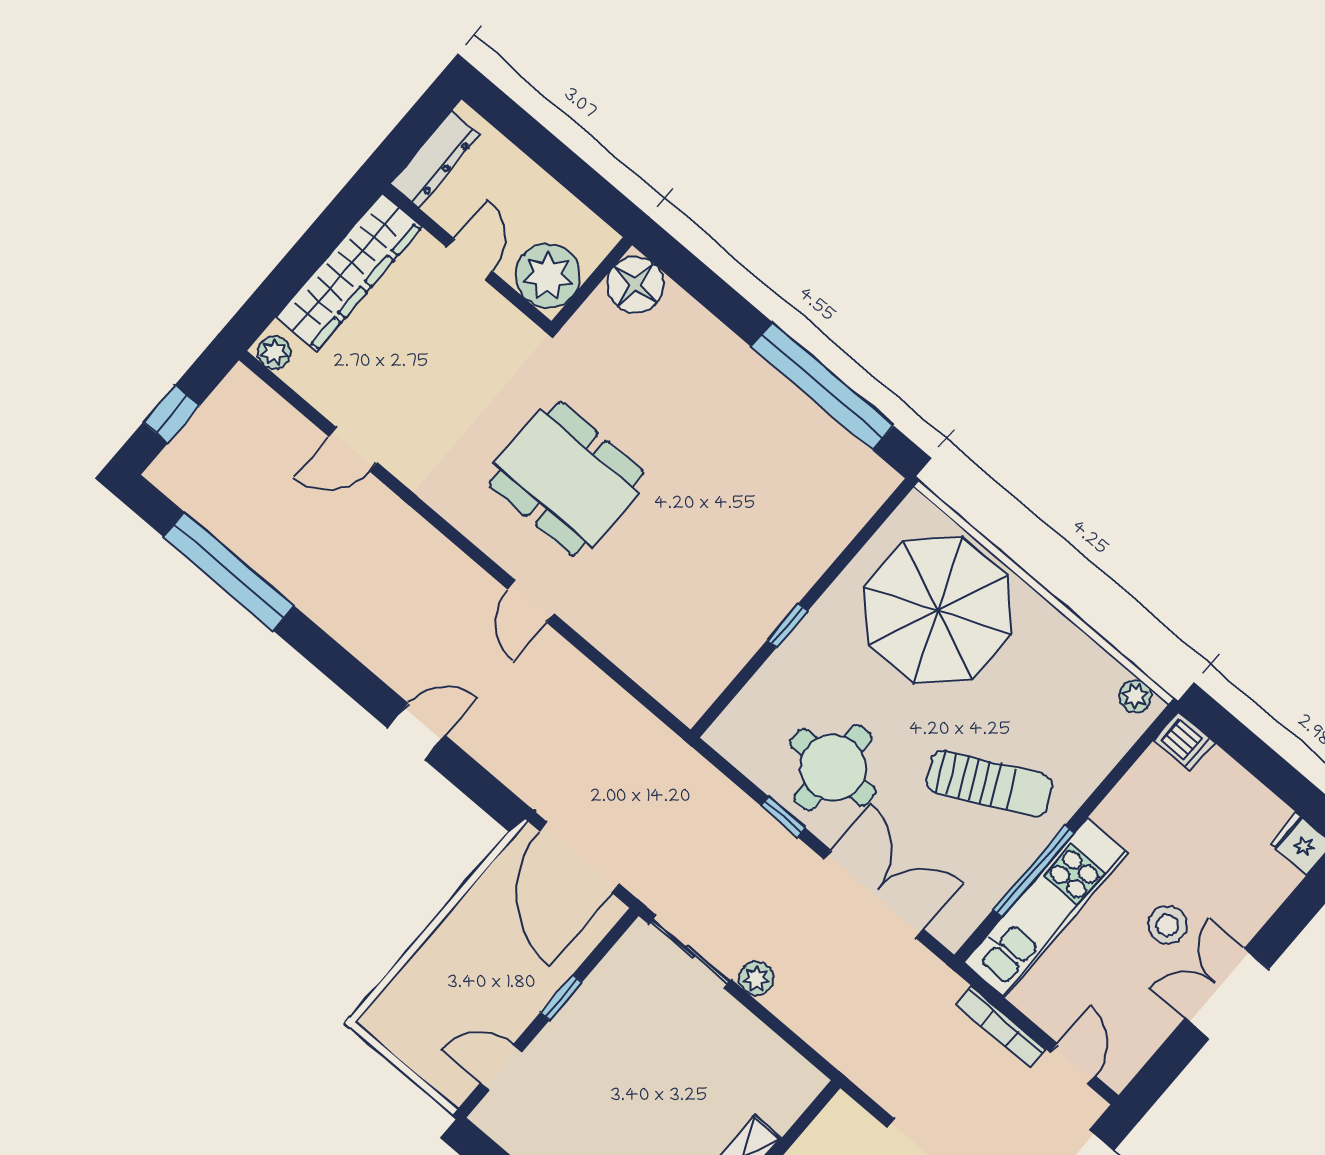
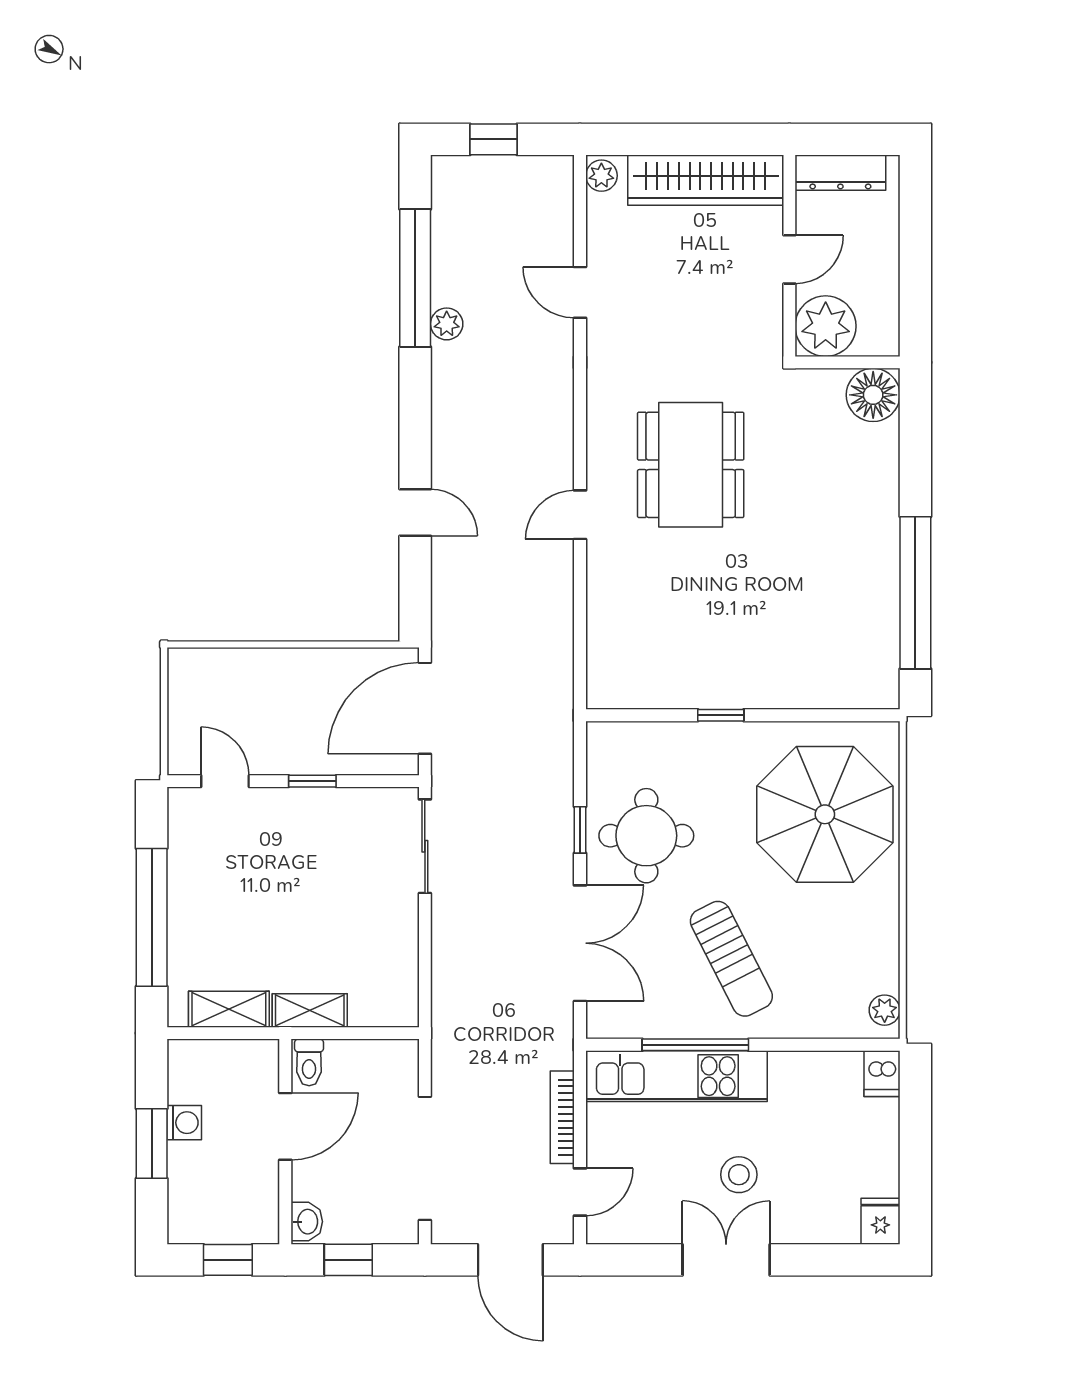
plant: (756, 978) -> (447, 324), moved

